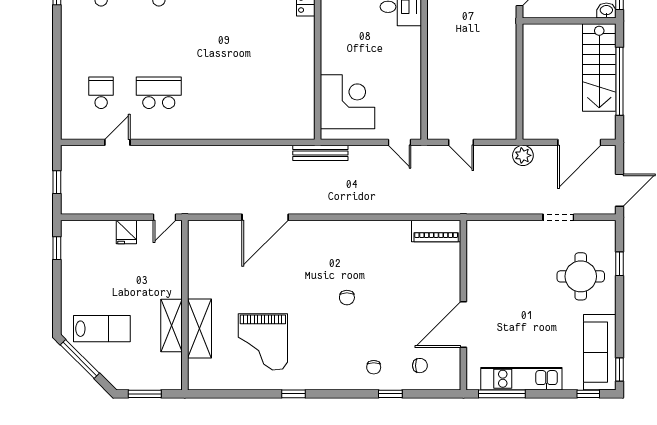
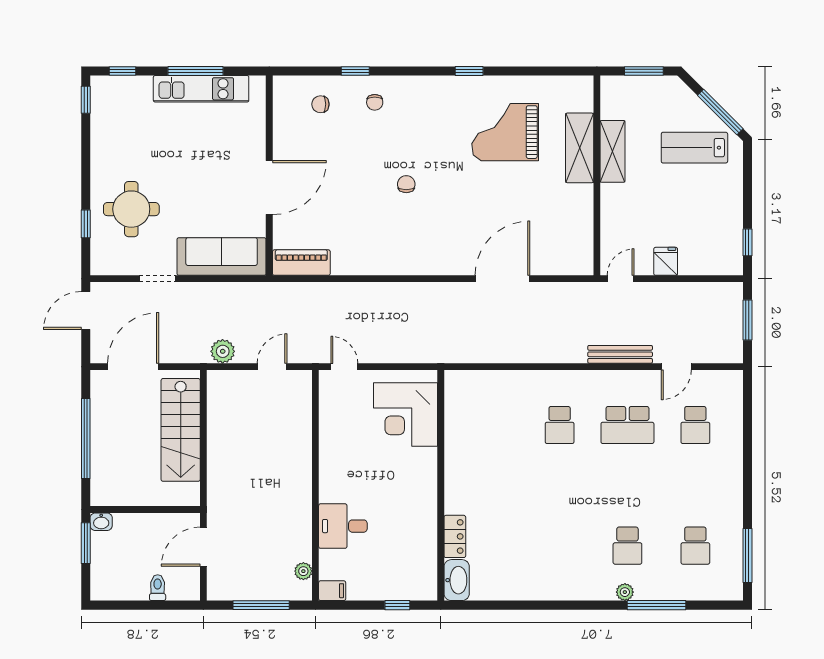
stairs: (599, 68) -> (181, 430), moved, turned 180
school desk: (217, 93) -> (560, 425), added
door: (461, 142) -> (272, 367), hinge flipped
bench: (320, 153) -> (620, 354), moved
plant: (523, 155) -> (223, 351), moved
window: (57, 182) -> (747, 320), width x1.50
door: (463, 324) -> (269, 188), moved
grand piano: (263, 342) -> (505, 132), turned -90
sofa: (600, 352) -> (222, 257), moved, turned -90
chair: (374, 367) -> (375, 102), turned 180
window: (502, 394) -> (195, 71), moved

